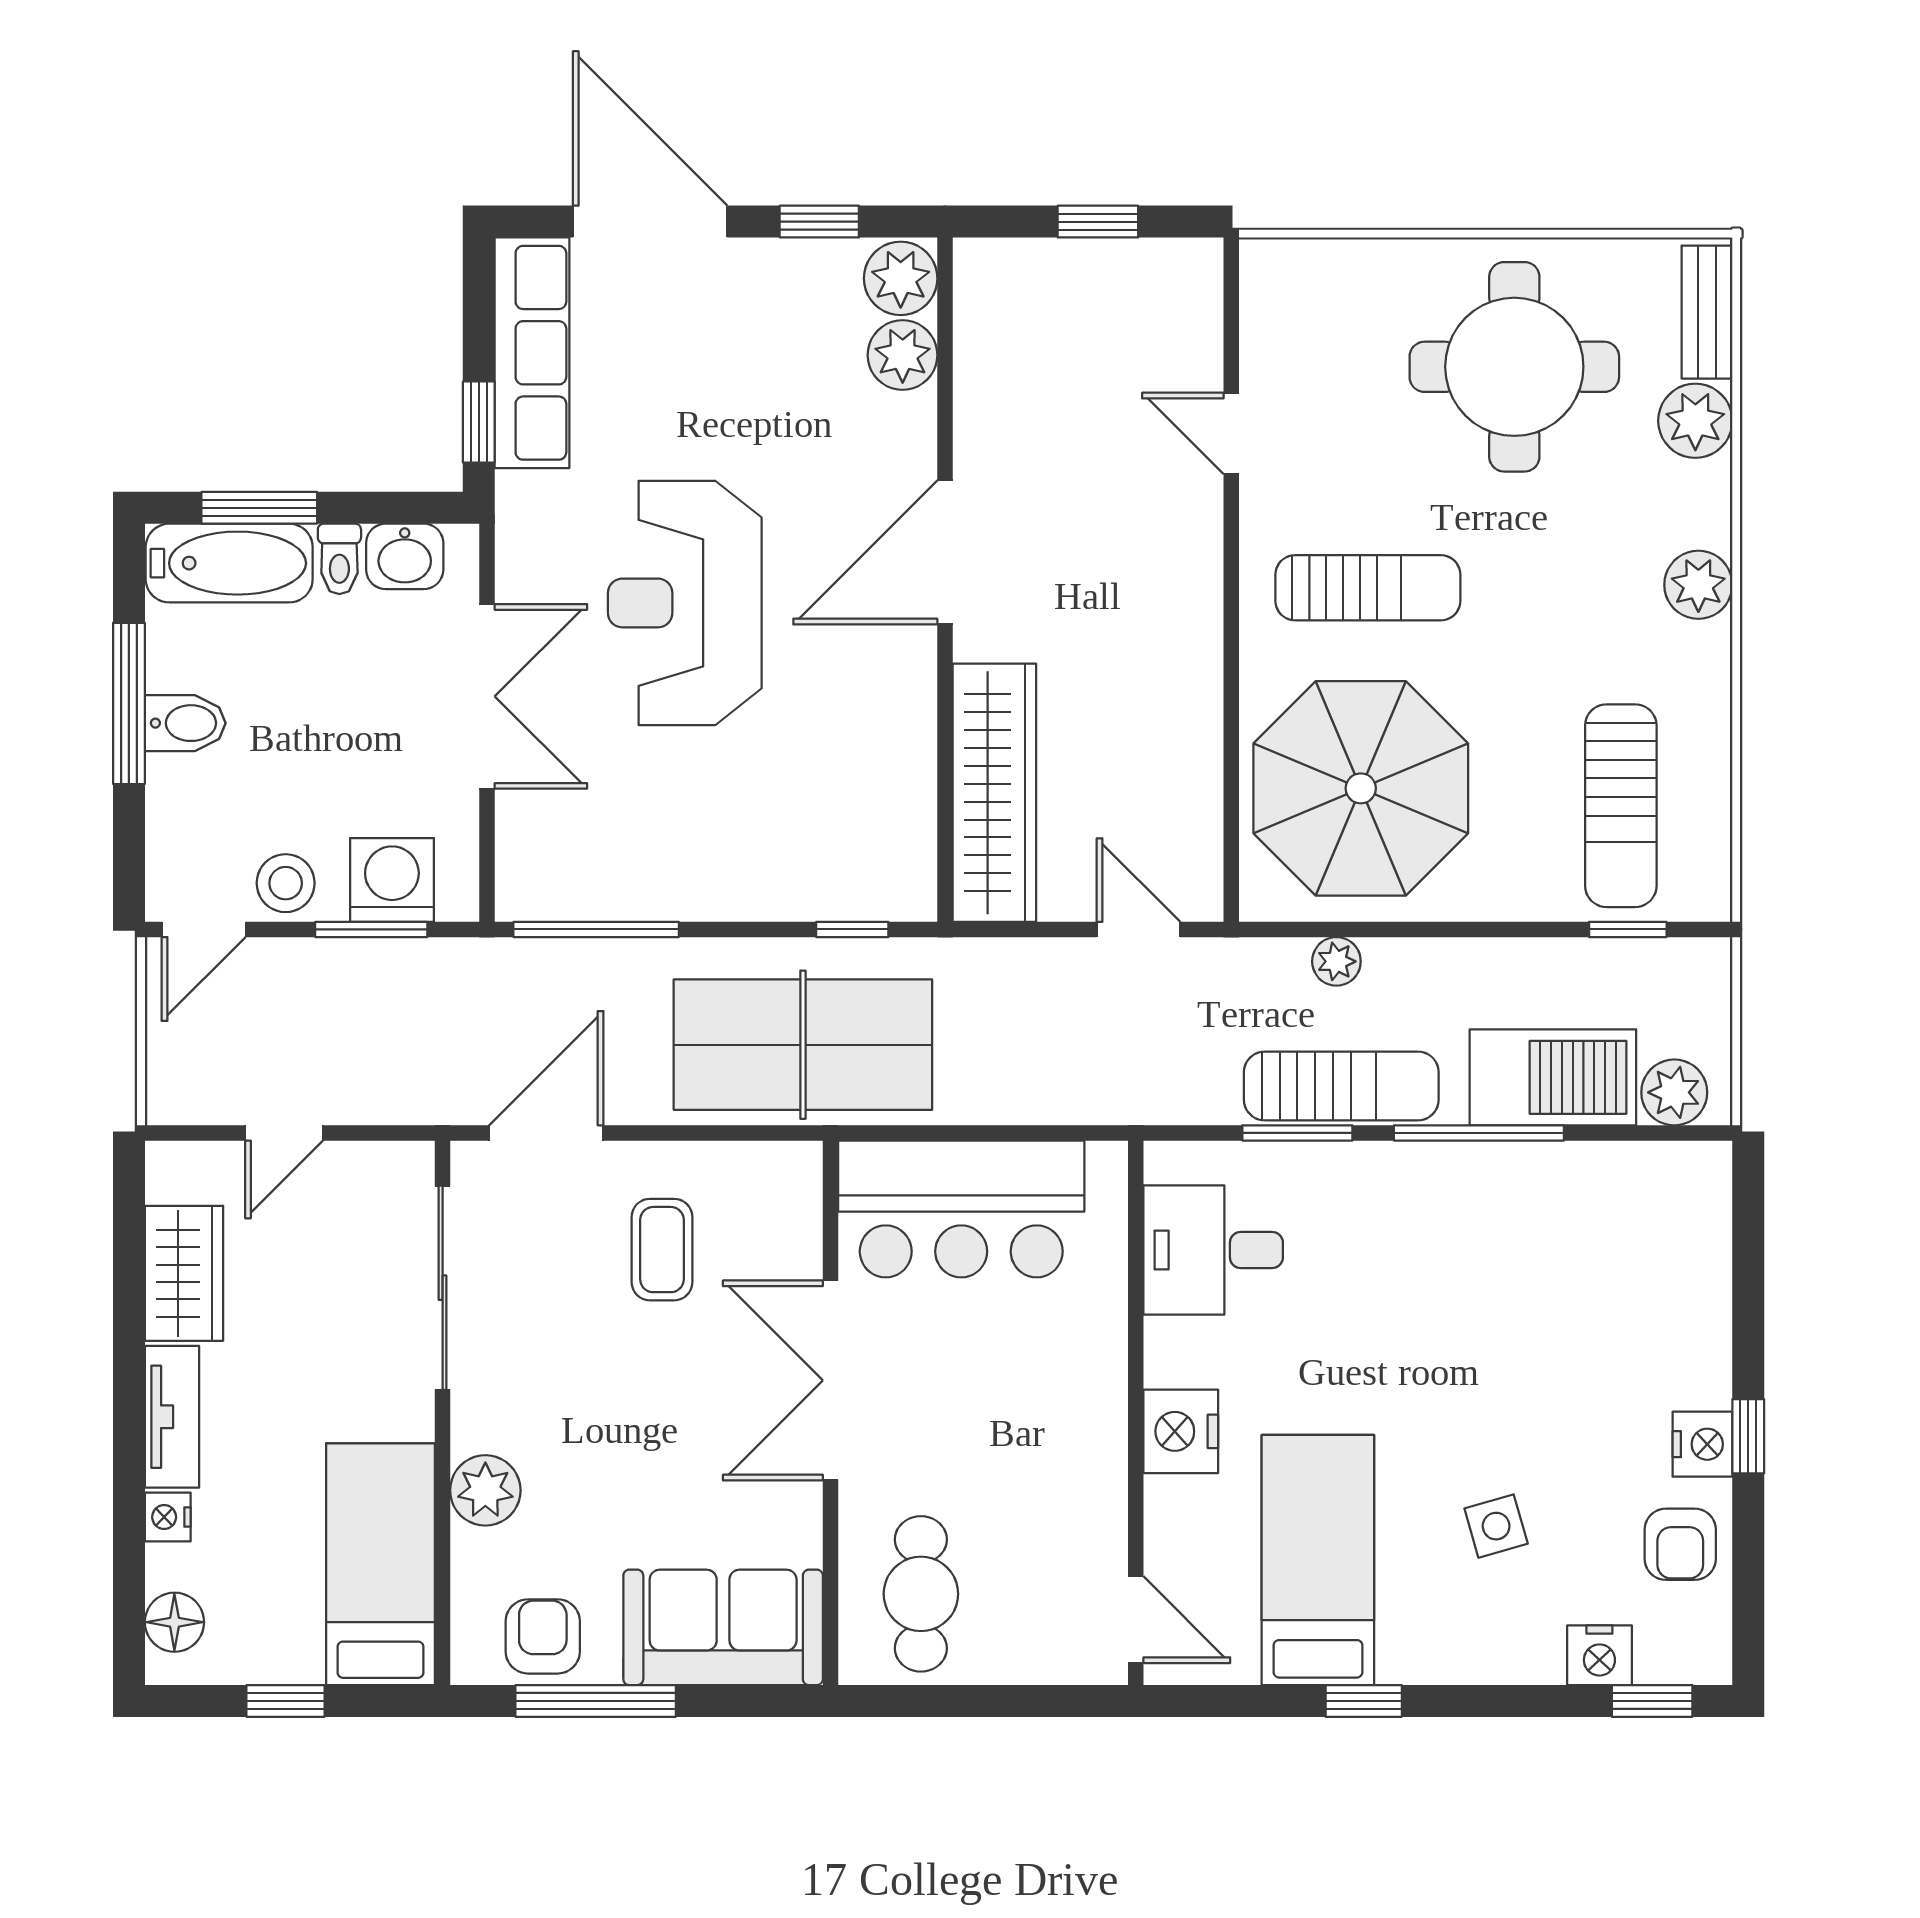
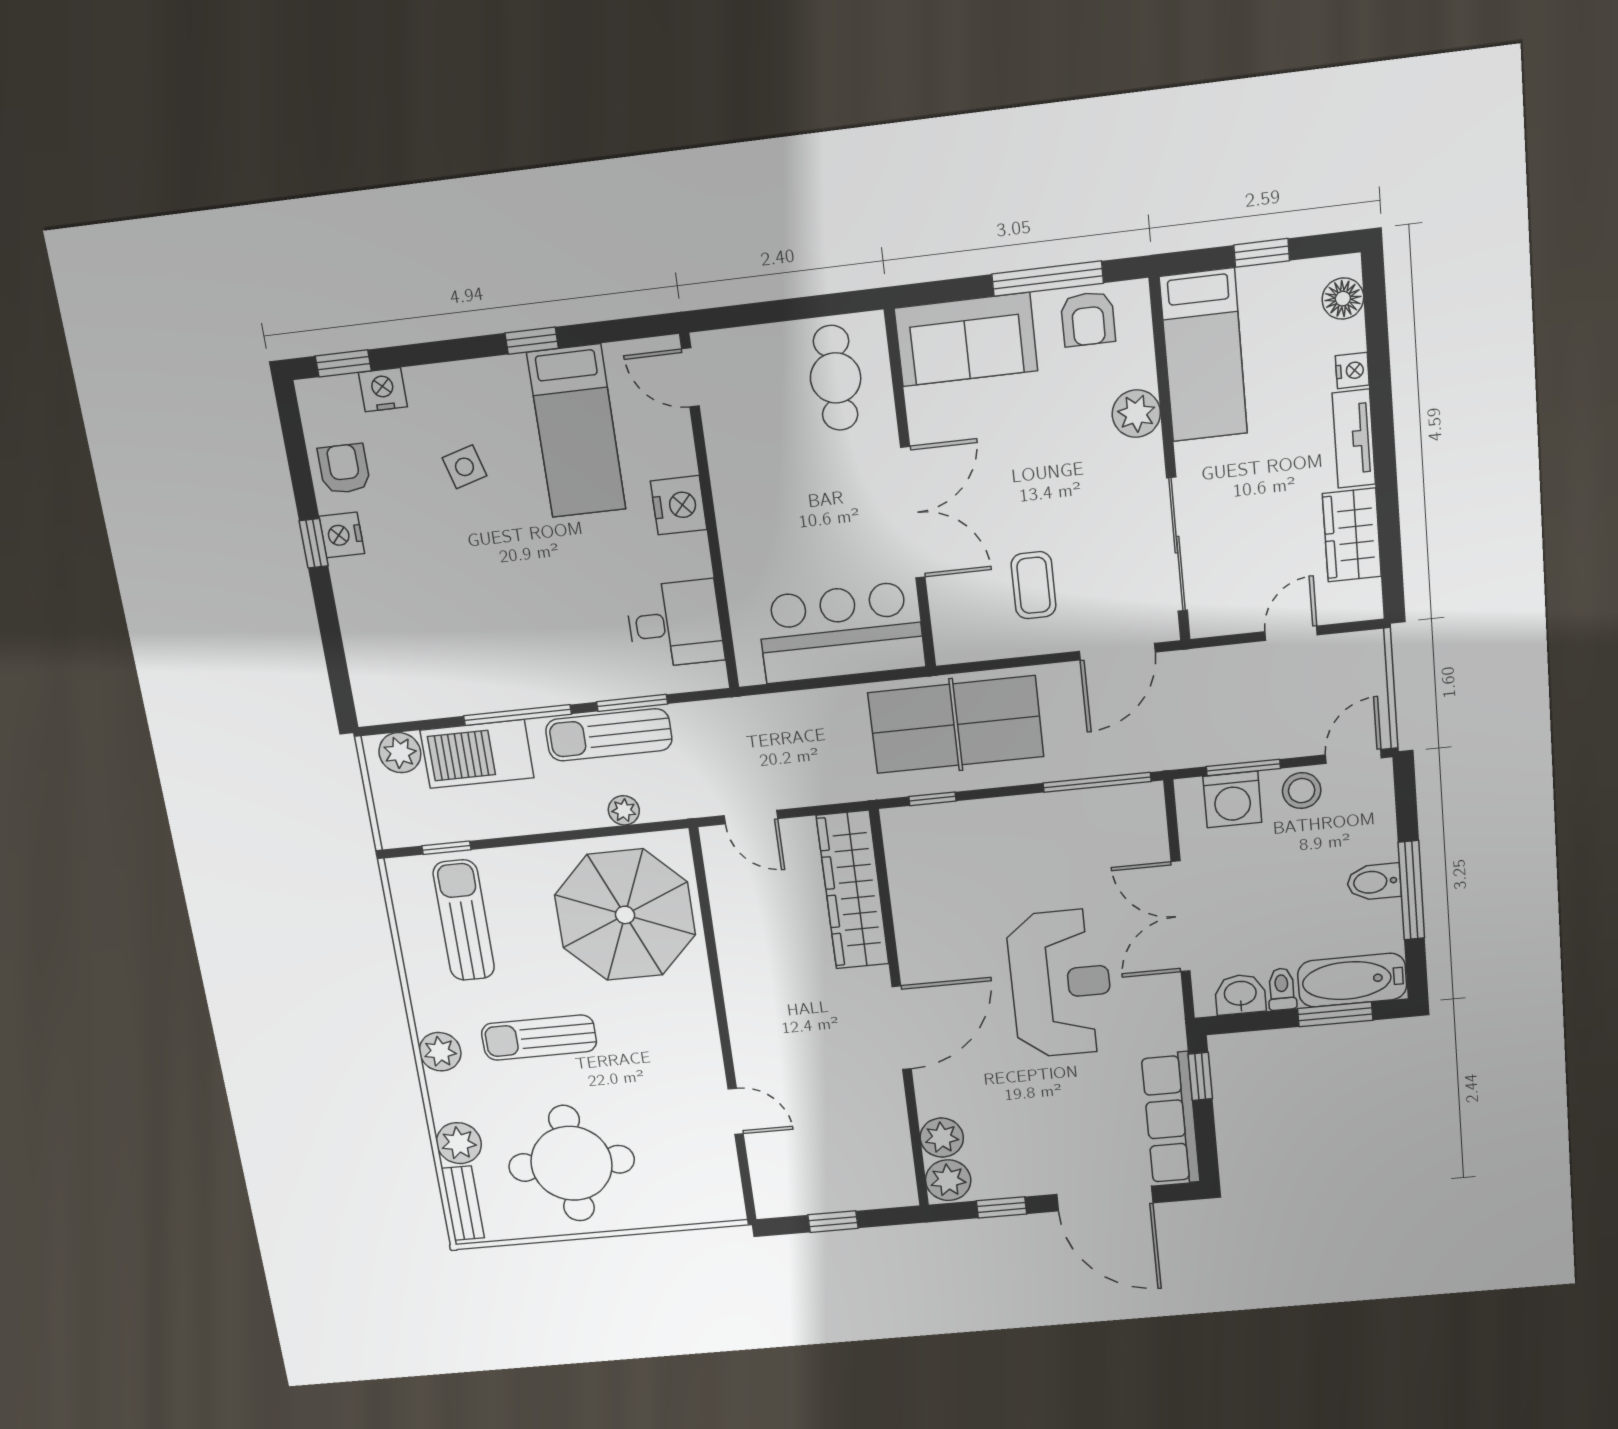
sun lounger: (1368, 588) -> (539, 1038), moved

